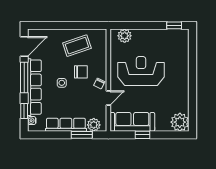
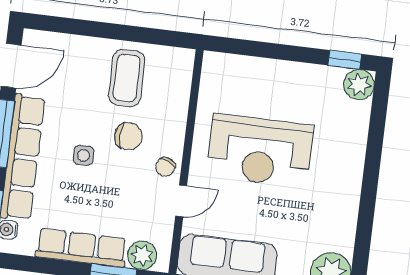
plant: (125, 36) -> (359, 85), moved
coffee table: (77, 46) -> (127, 78), turned -71
reception desk: (141, 71) -> (260, 151), turned 180

